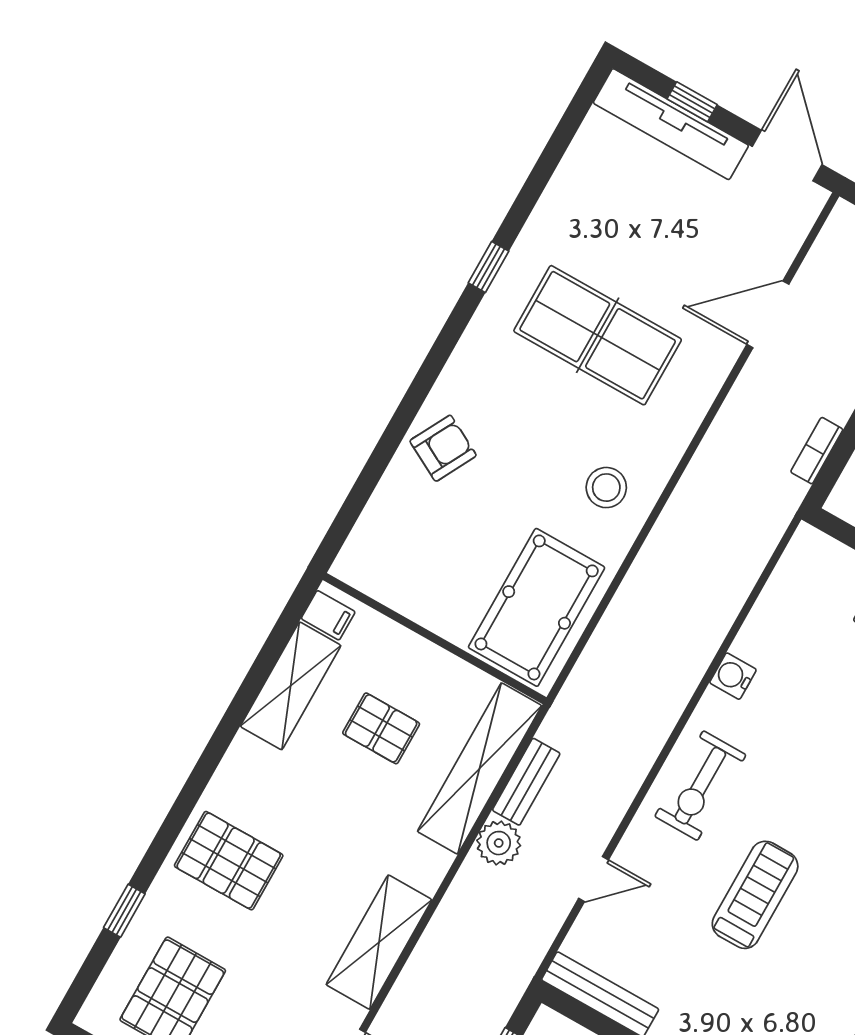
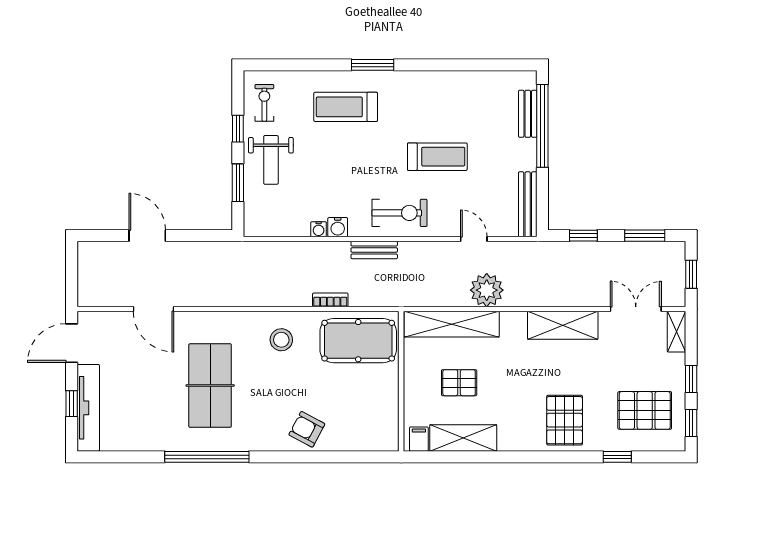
window: (489, 267) -> (207, 457), width x3.17
bookcase: (817, 451) -> (330, 300), moved, turned 180
water cooler: (747, 644) -> (319, 229), added
pallet: (381, 728) -> (459, 383), turned 90
bench: (526, 782) -> (374, 250), moved
plant: (499, 843) -> (487, 290), width x1.36, depth x1.36
treadmill: (755, 895) -> (437, 157), turned 180

